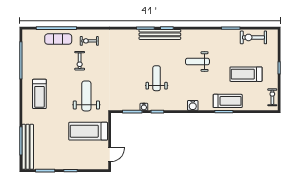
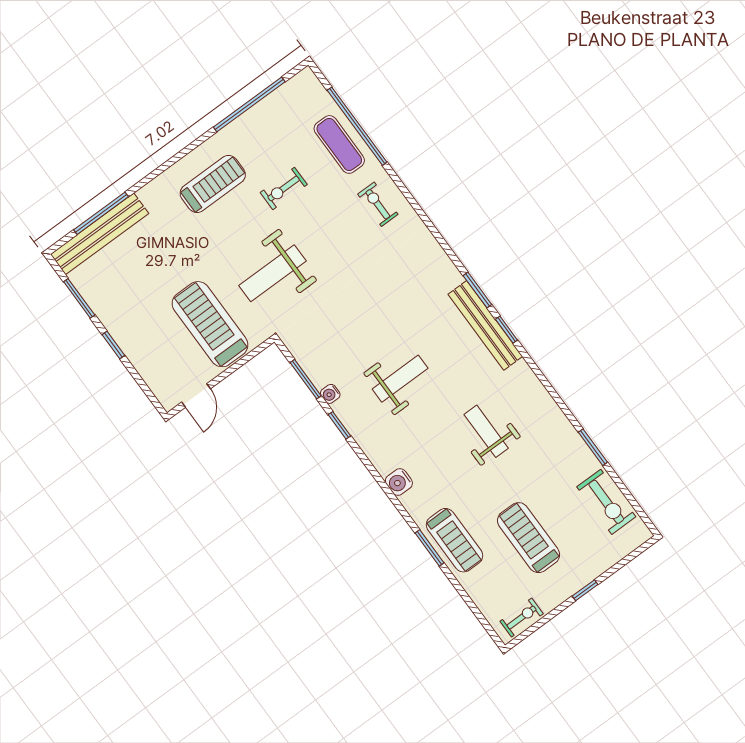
exercise bike: (253, 37) -> (606, 502), turned 180
exercise bike: (80, 61) -> (284, 188), moved
treadmill: (39, 94) -> (213, 184), turned 180
weight bench: (86, 96) -> (272, 273), turned 180
door: (110, 155) -> (196, 395), hinge flipped

